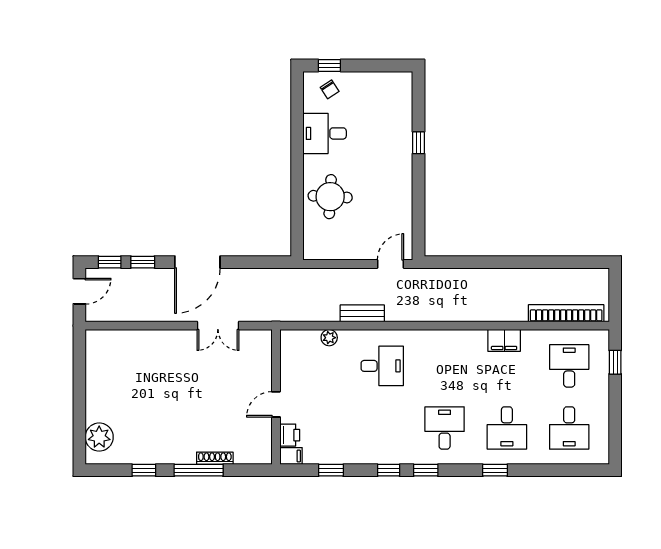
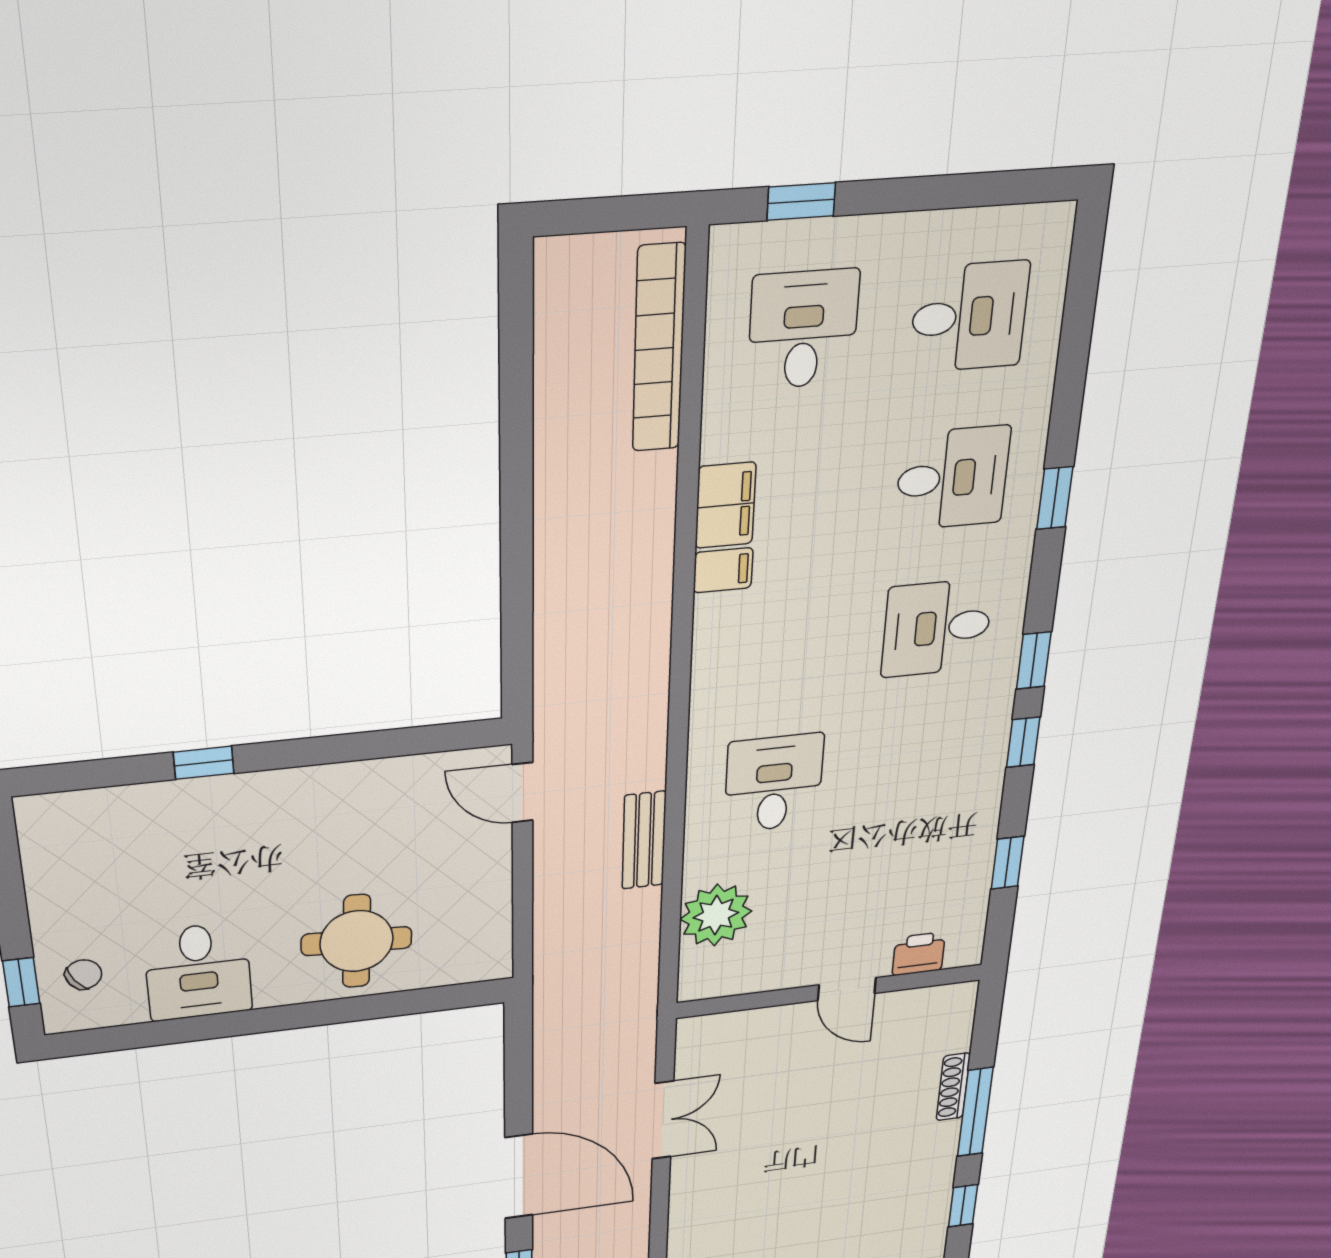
plant: (329, 338) -> (716, 915), width x1.87, depth x1.87
desk: (569, 366) -> (803, 329), turned 90
filing cabinet: (291, 456) -> (723, 570), moved, turned 90

